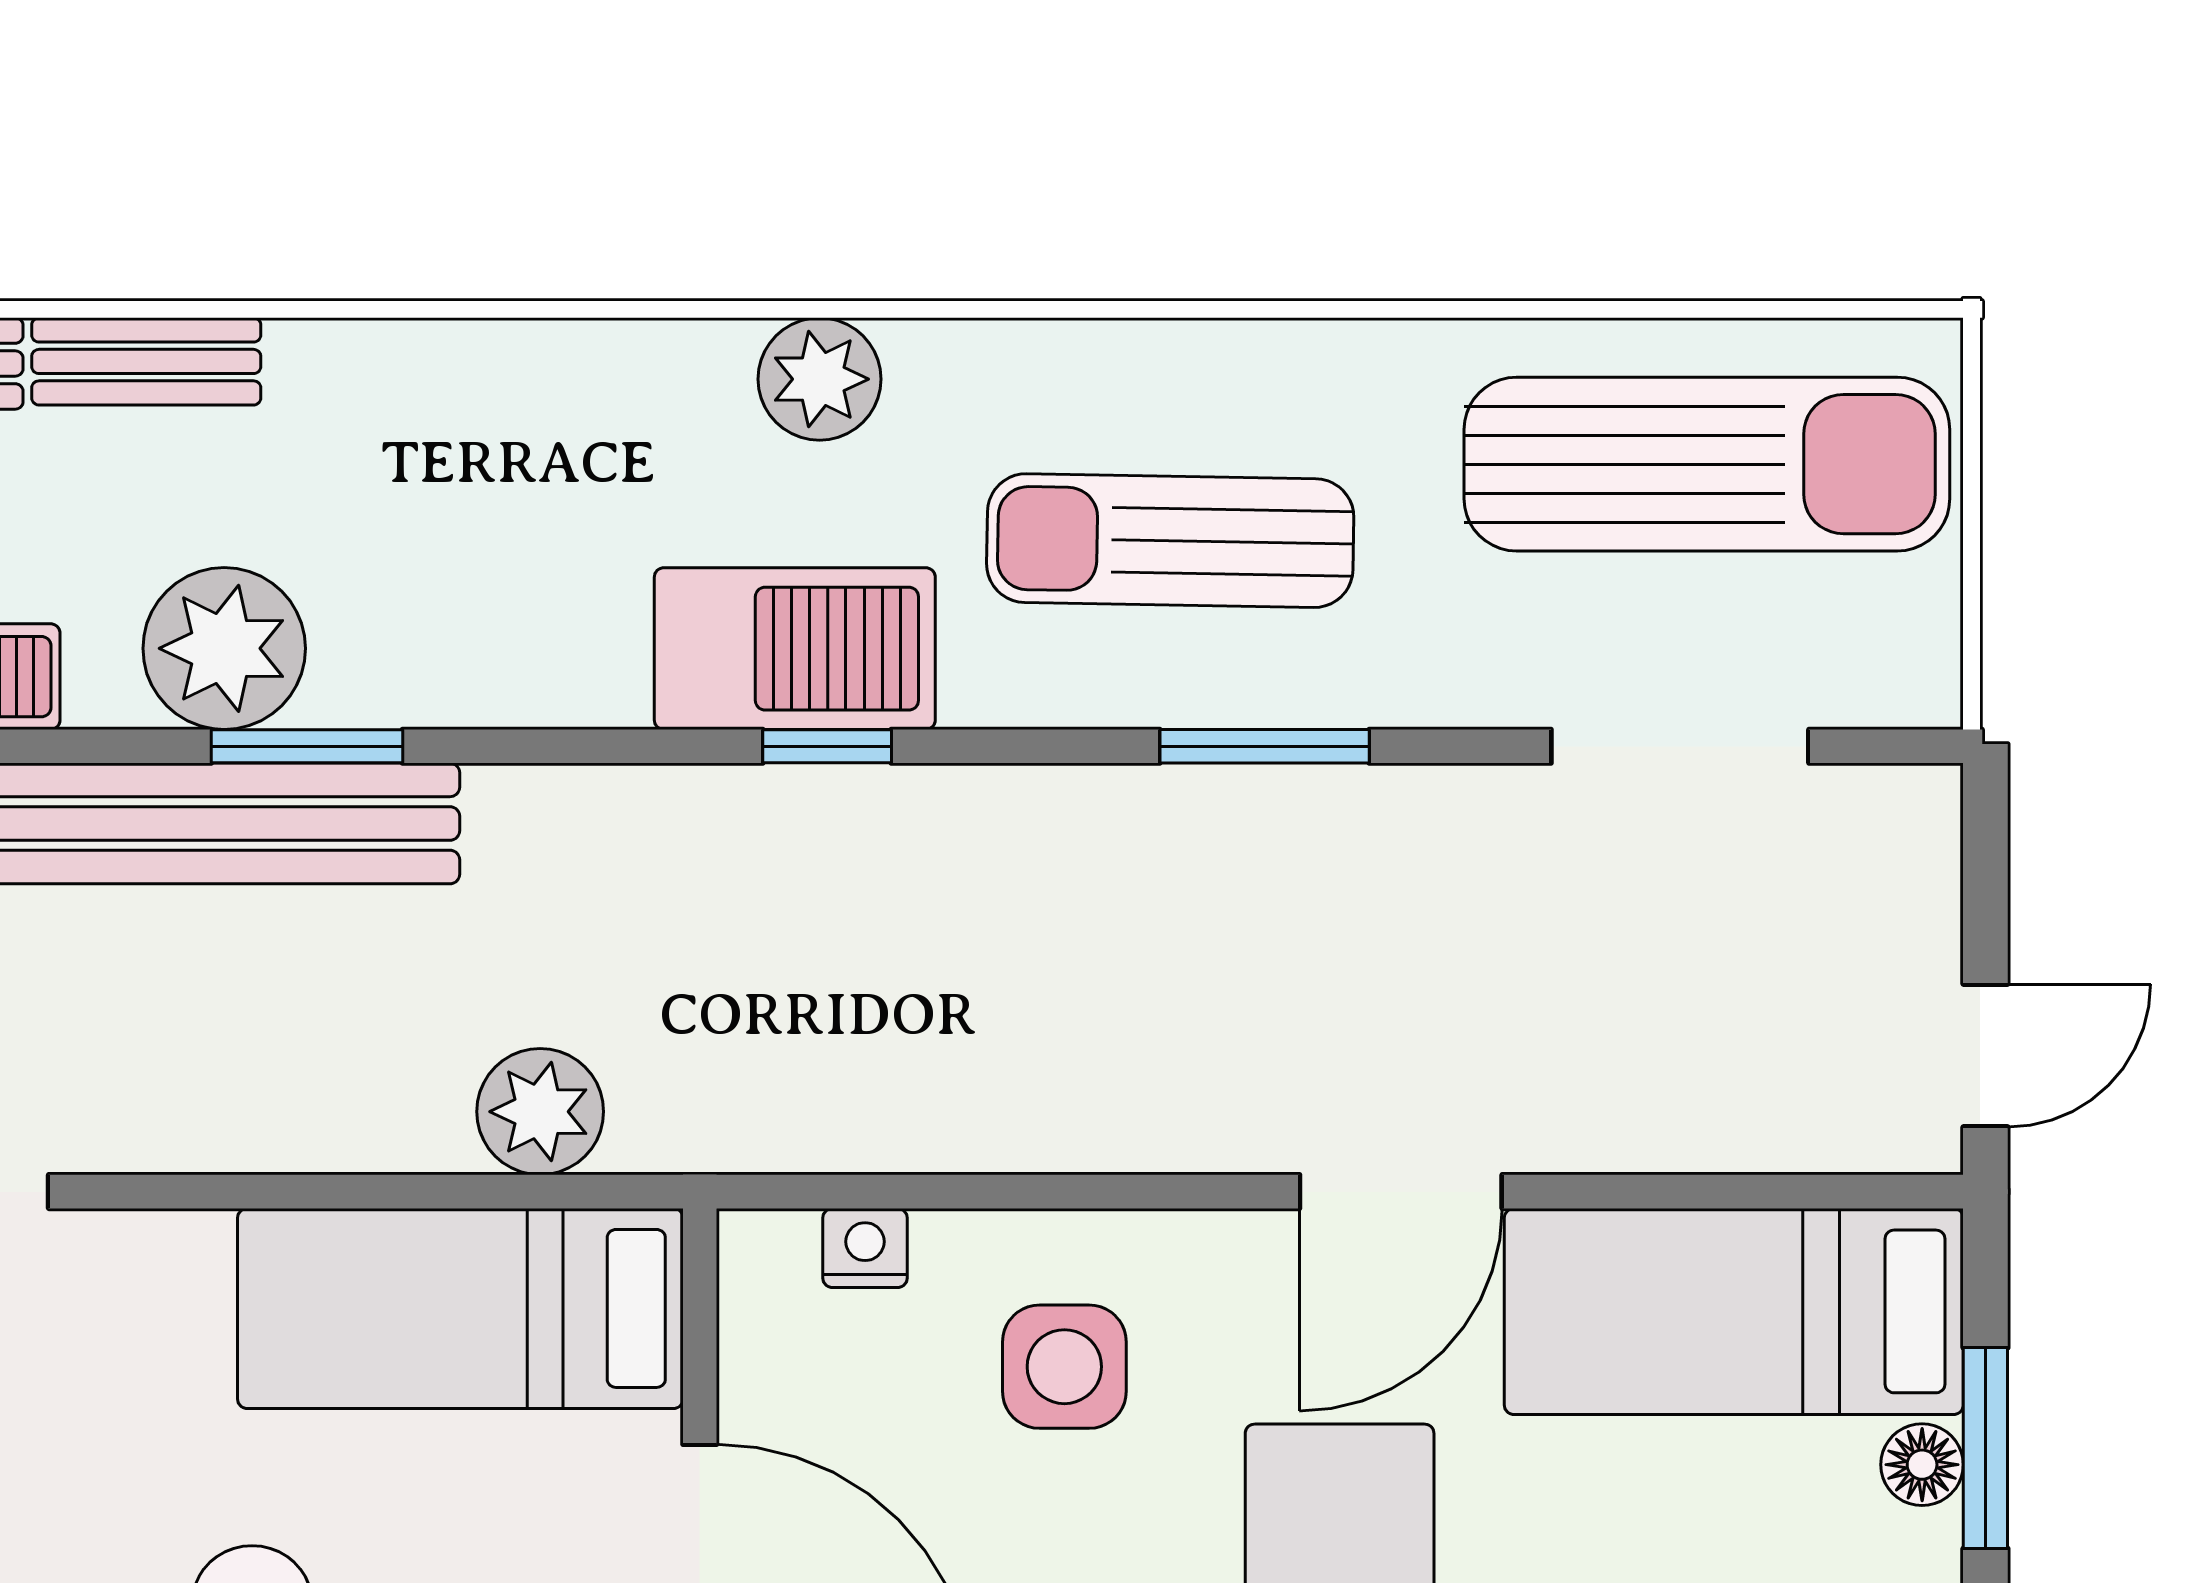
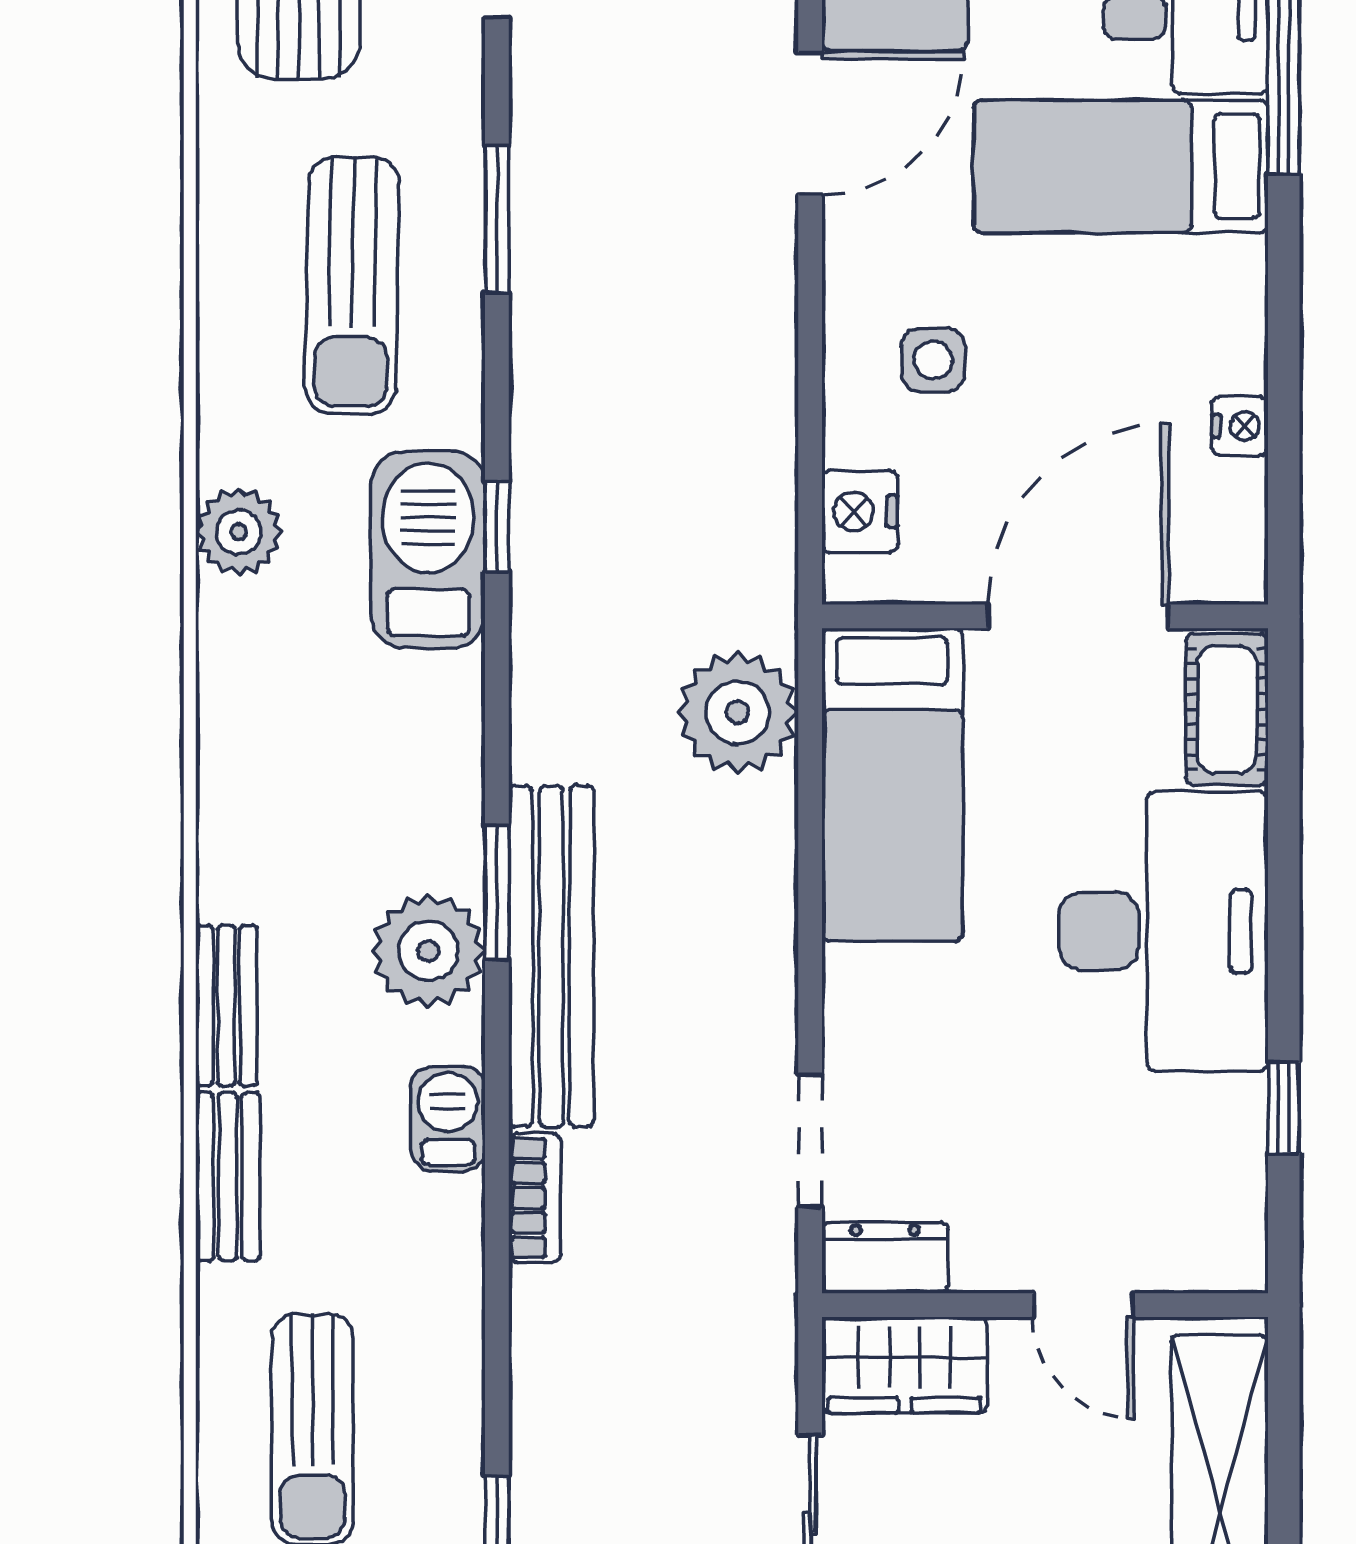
plant: (540, 1112) -> (738, 712), width x1.36, depth x1.36
door: (1401, 1192) -> (810, 123), hinge flipped
nightstand: (865, 1248) -> (860, 512), width x1.39, depth x1.35
side table: (1064, 1367) -> (933, 360), width x0.73, depth x0.73

